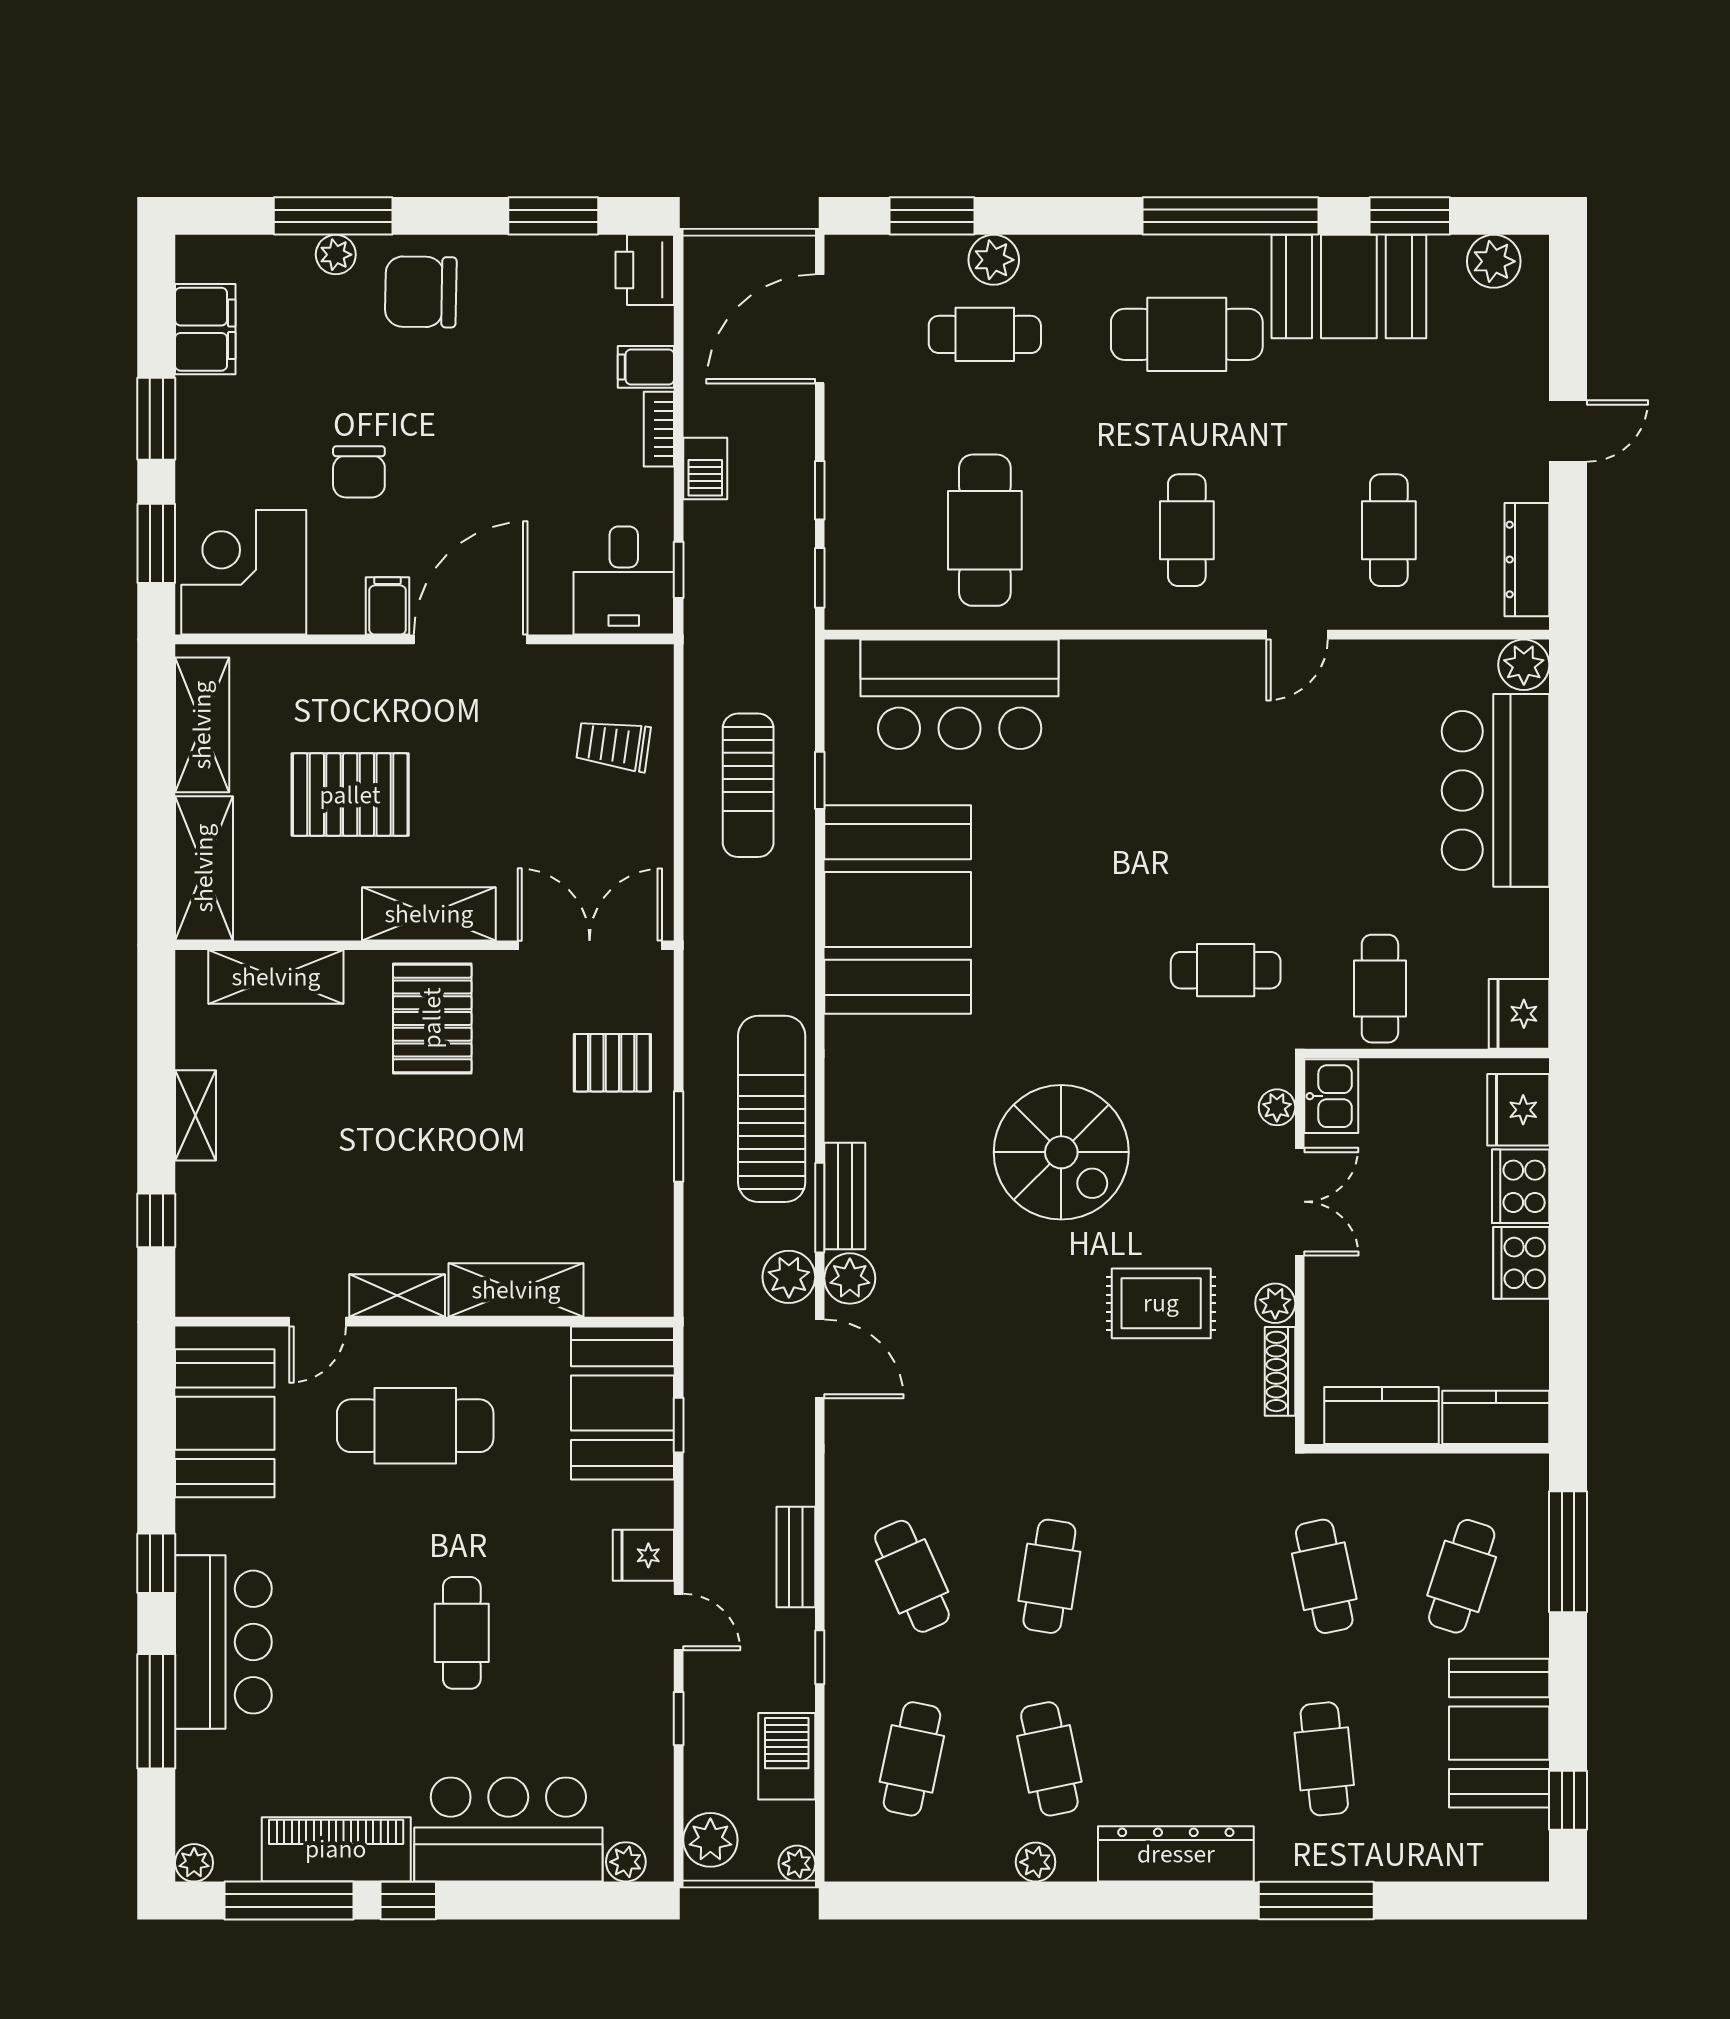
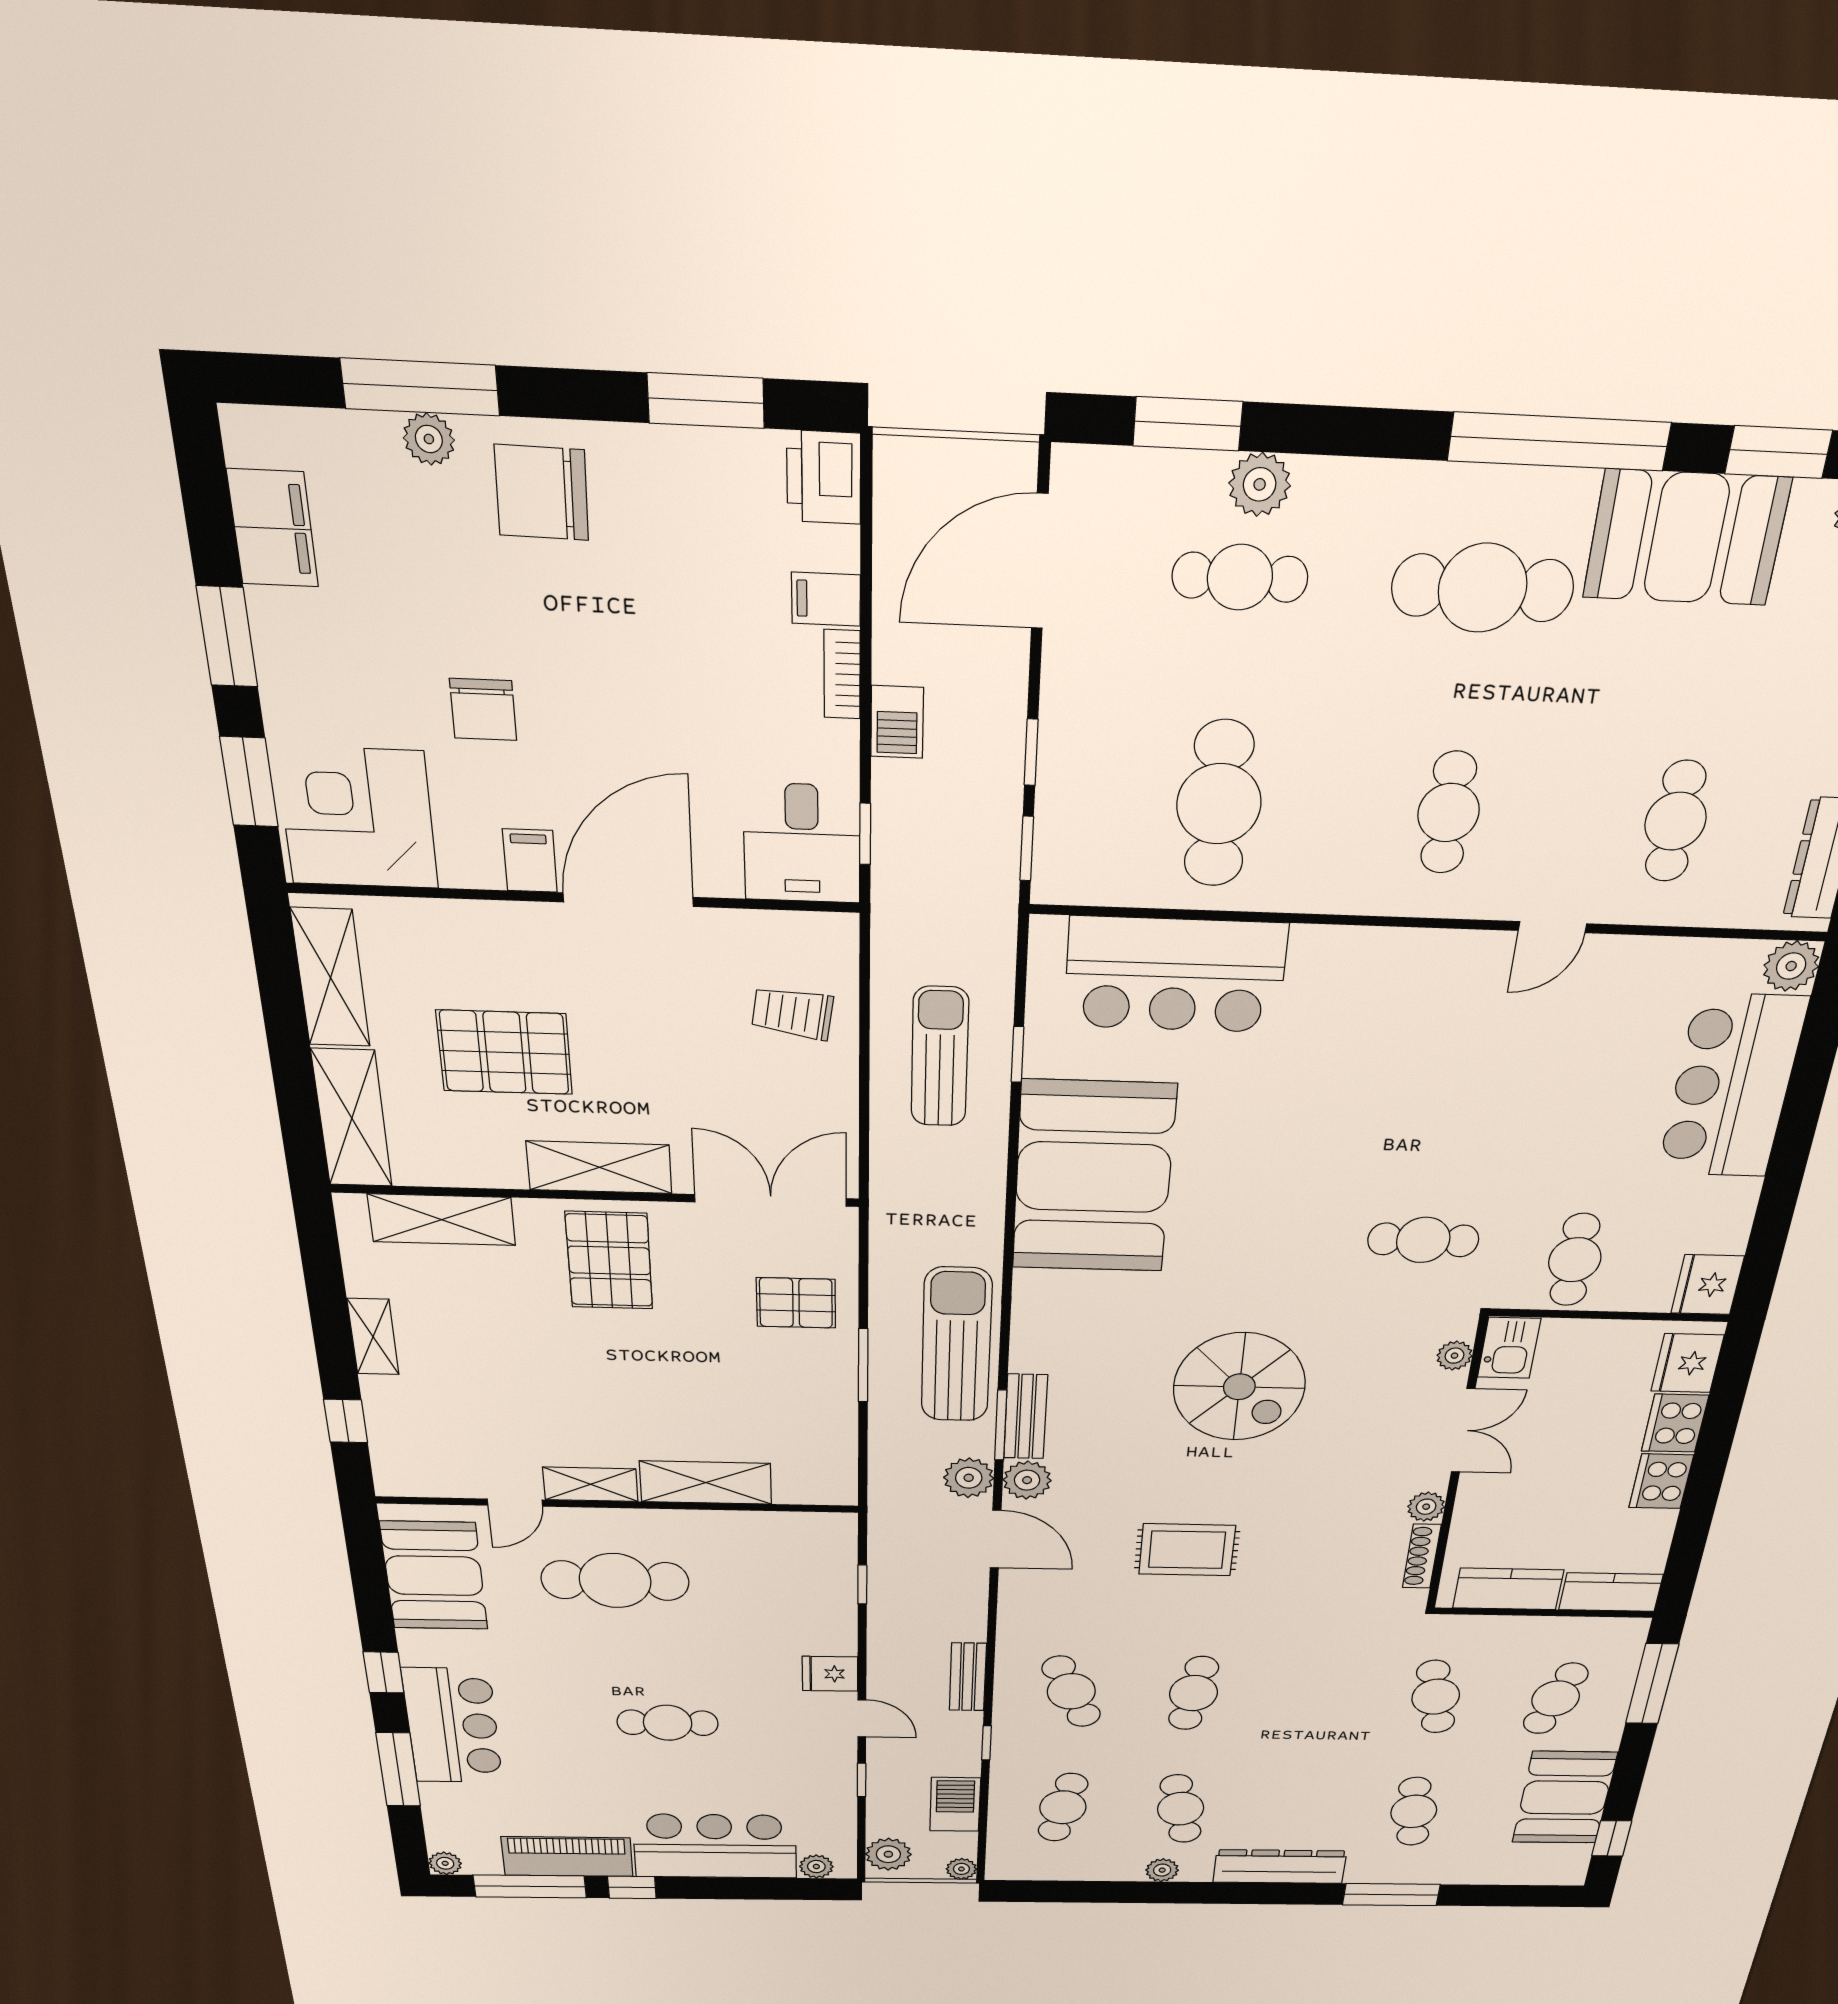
sun lounger: (748, 785) -> (940, 1057), turned 180
rug: (1161, 1303) -> (1187, 1550), moved
booth: (622, 1403) -> (810, 1568), removed
cafe table: (462, 1633) -> (668, 1723), turned 90

